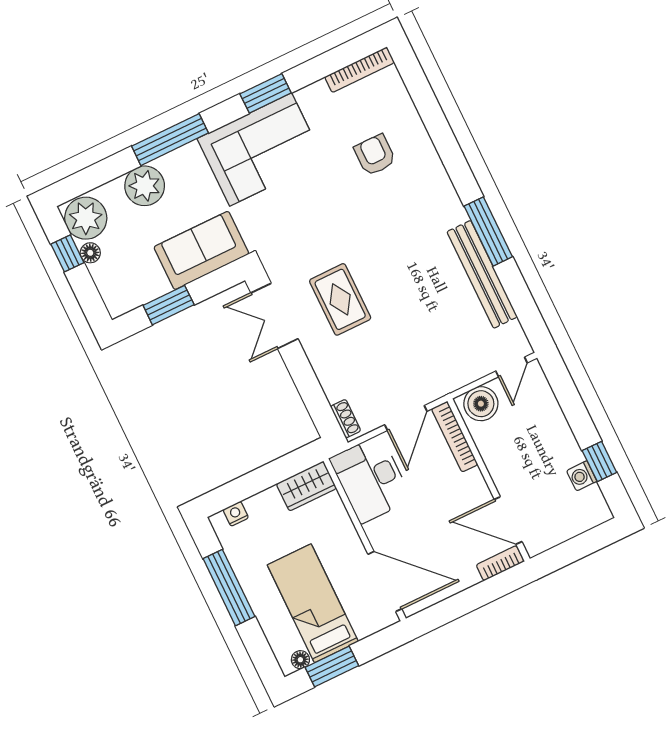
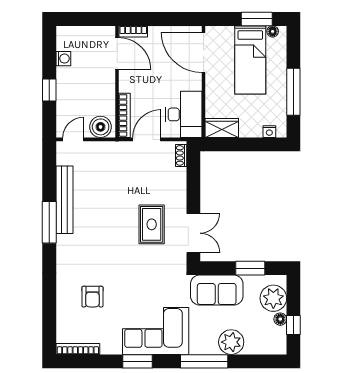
plant: (86, 218) -> (273, 298), moved
window: (599, 461) -> (49, 90), moved

